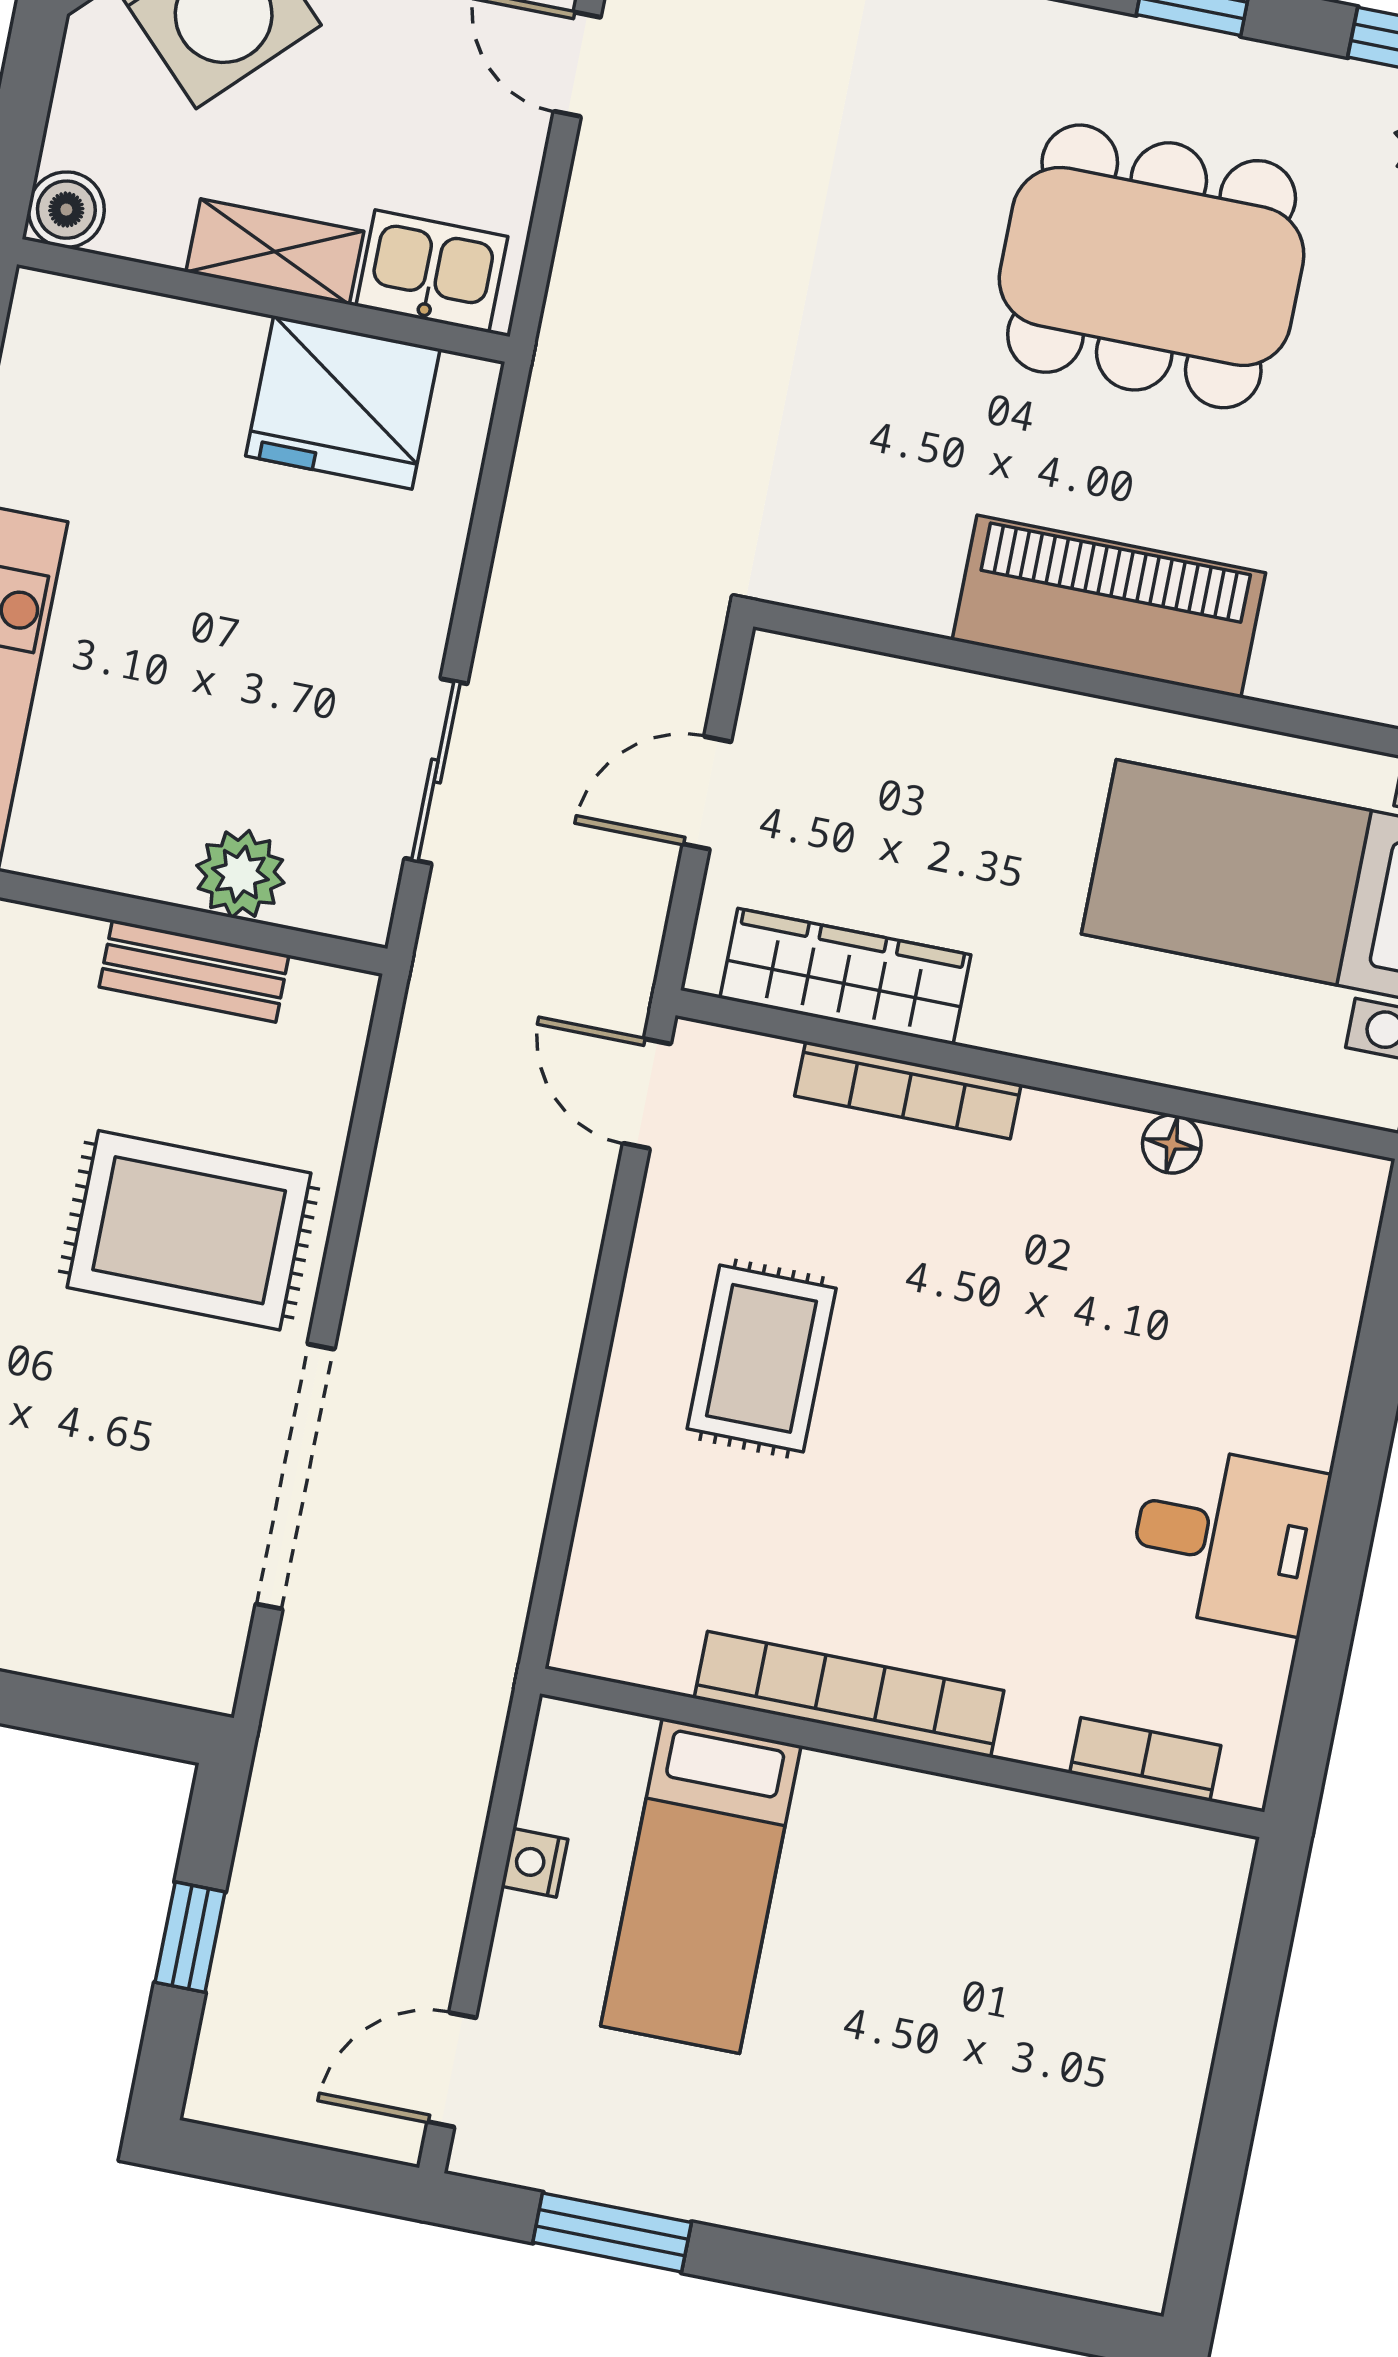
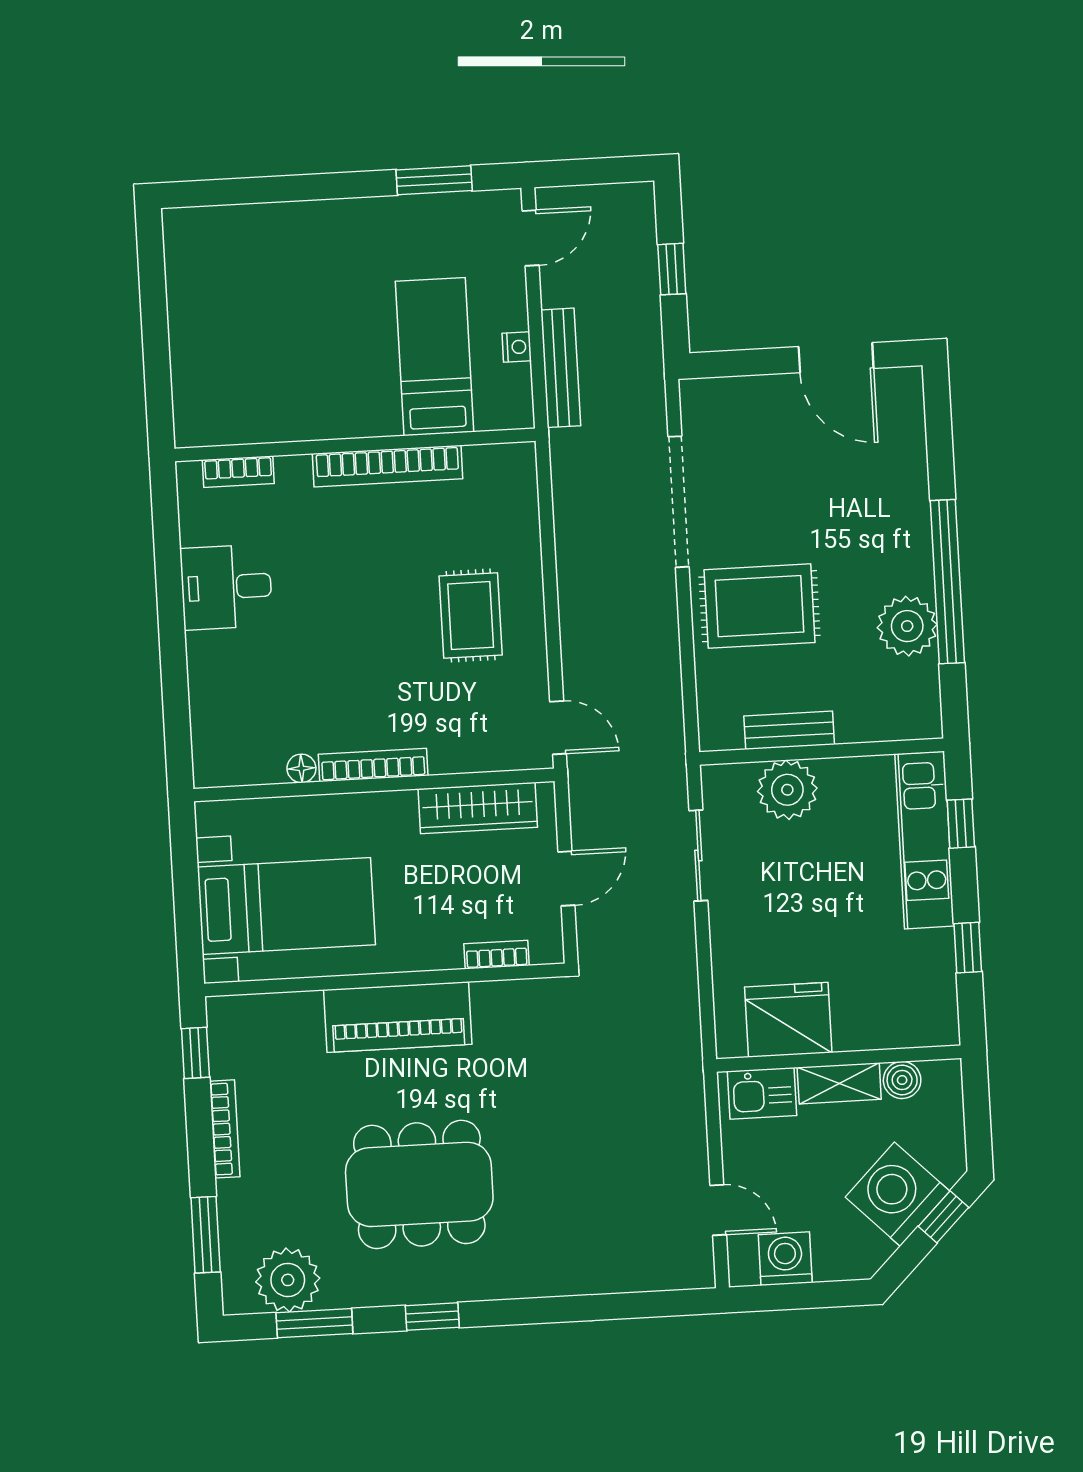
boiler: (66, 210) -> (902, 1080), moved
bookcase: (883, 679) -> (497, 955), added
plant: (240, 874) -> (787, 790), width x1.36, depth x1.36
bookcase: (908, 1090) -> (373, 765), moved
bench: (459, 1799) -> (561, 368), added

